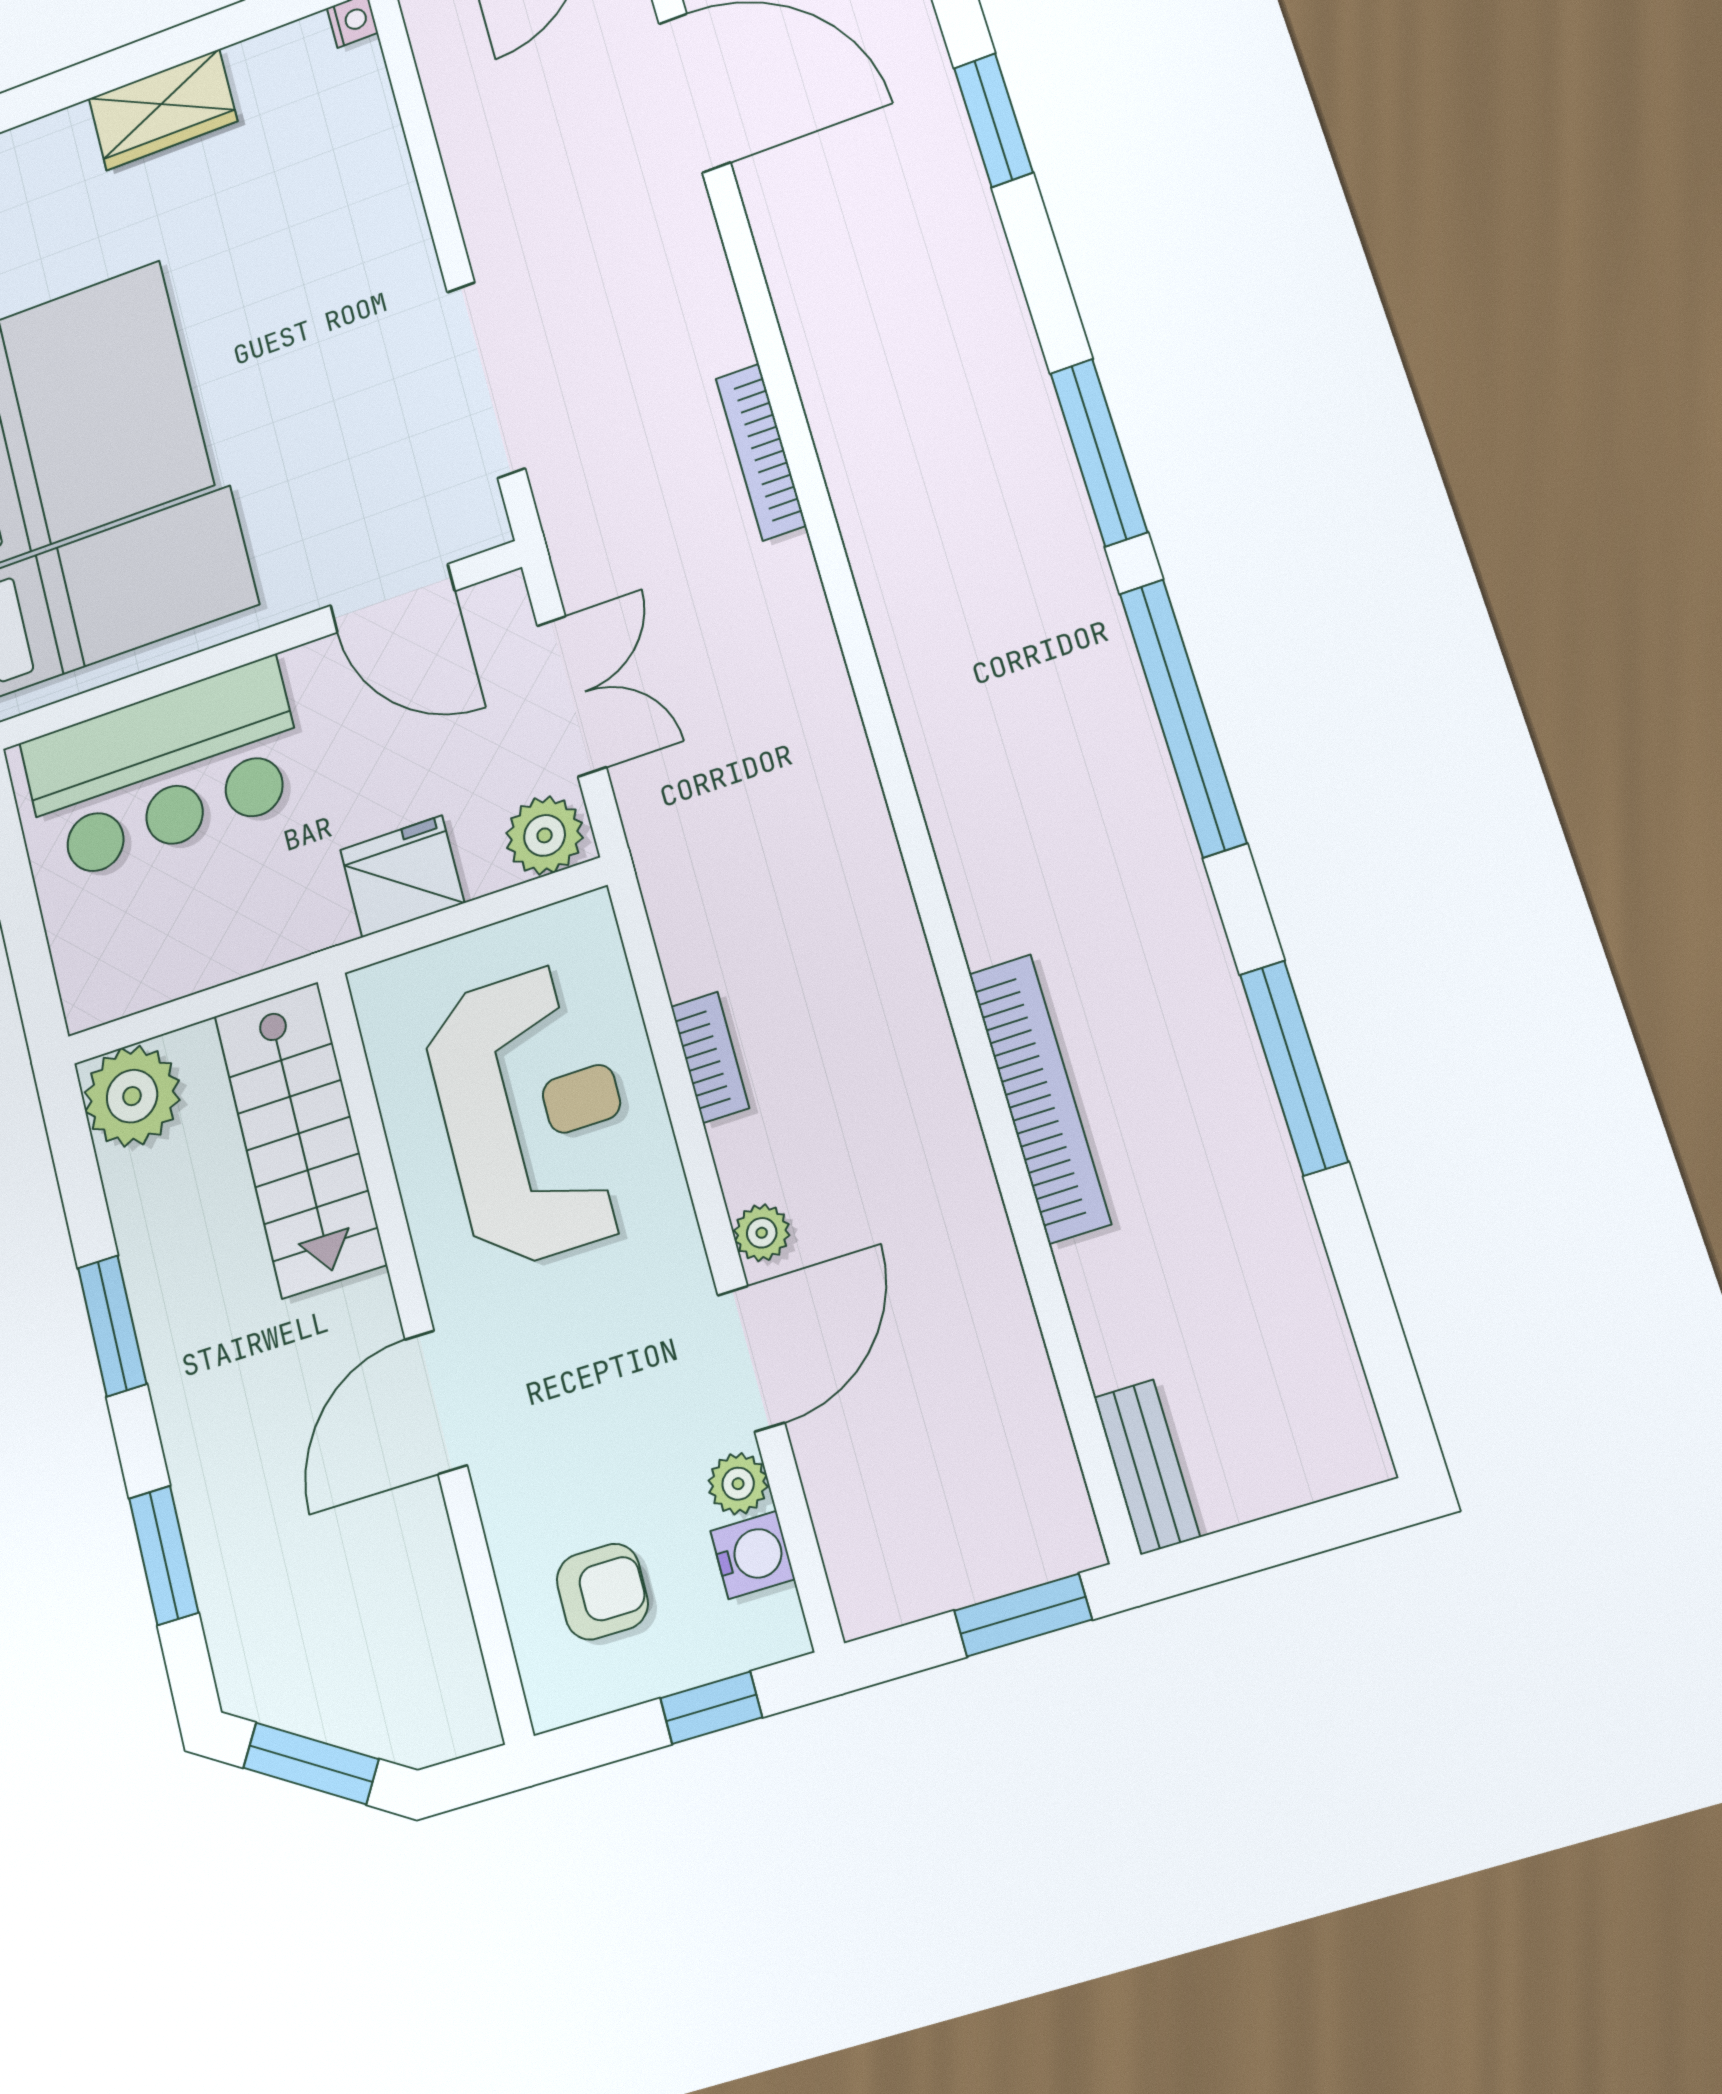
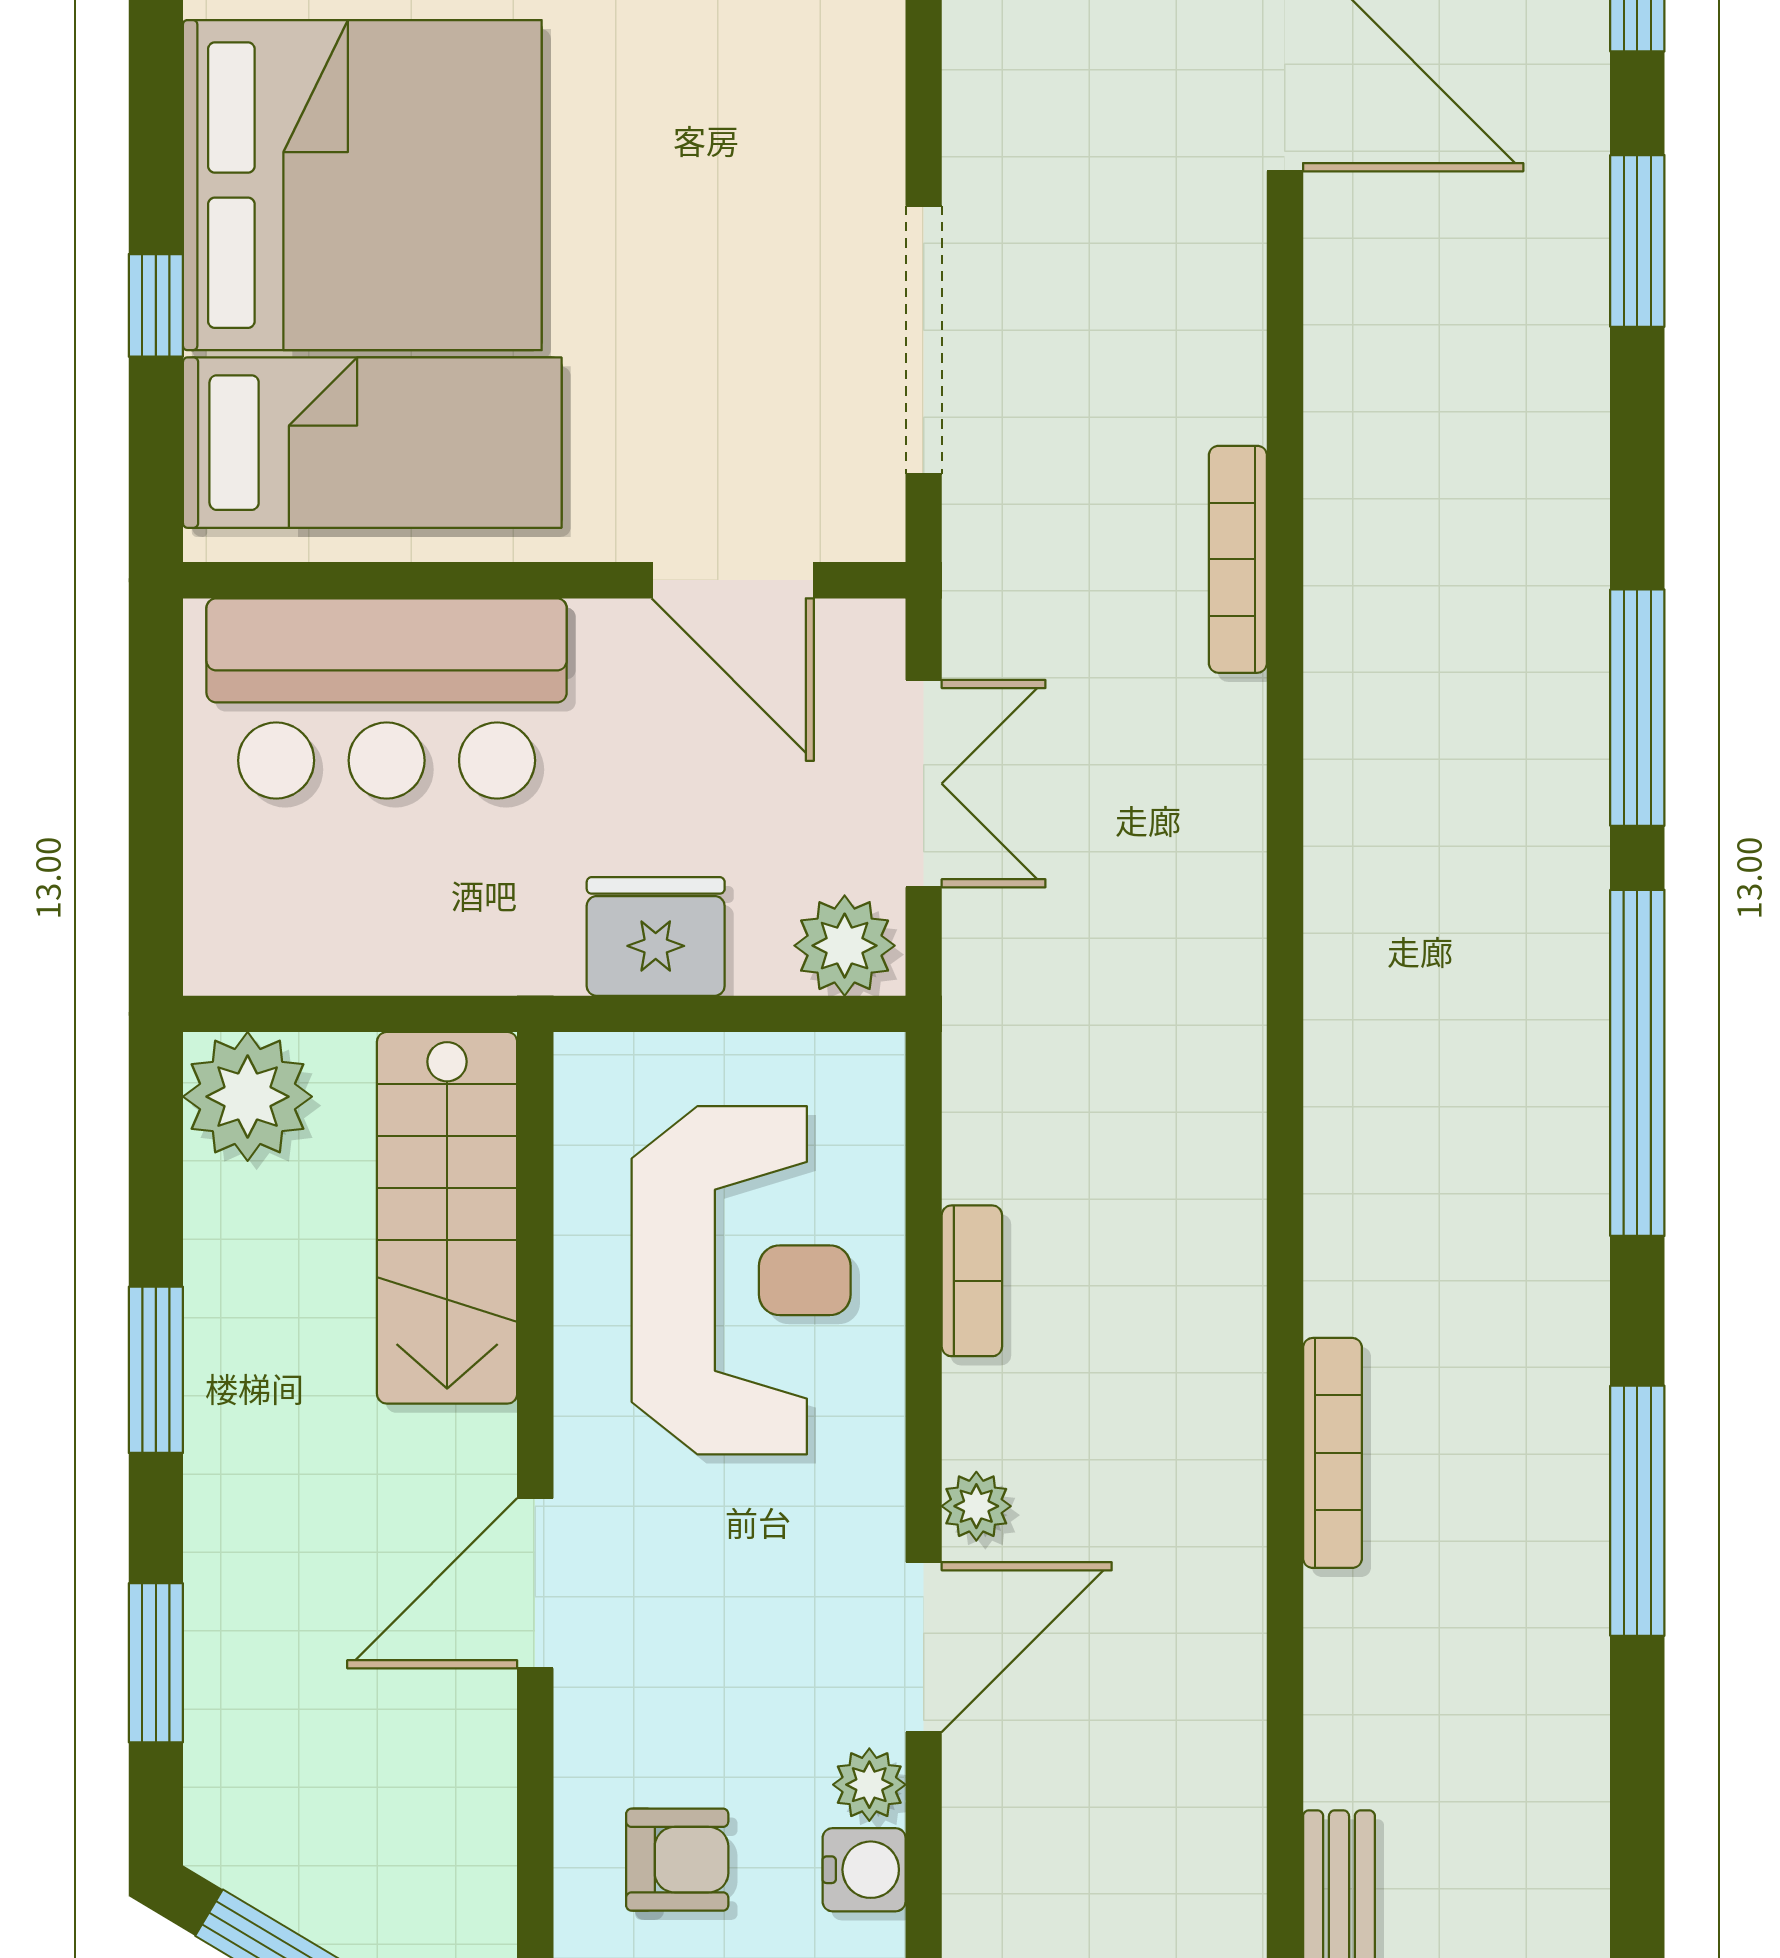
bookcase: (1040, 1098) -> (1333, 1453), width x0.68, depth x0.76

